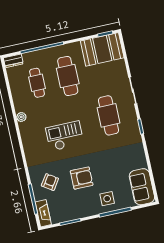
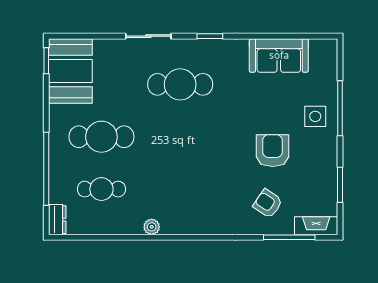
checkout: (65, 136) -> (198, 163), removed
sofa: (142, 187) -> (279, 55), moved

